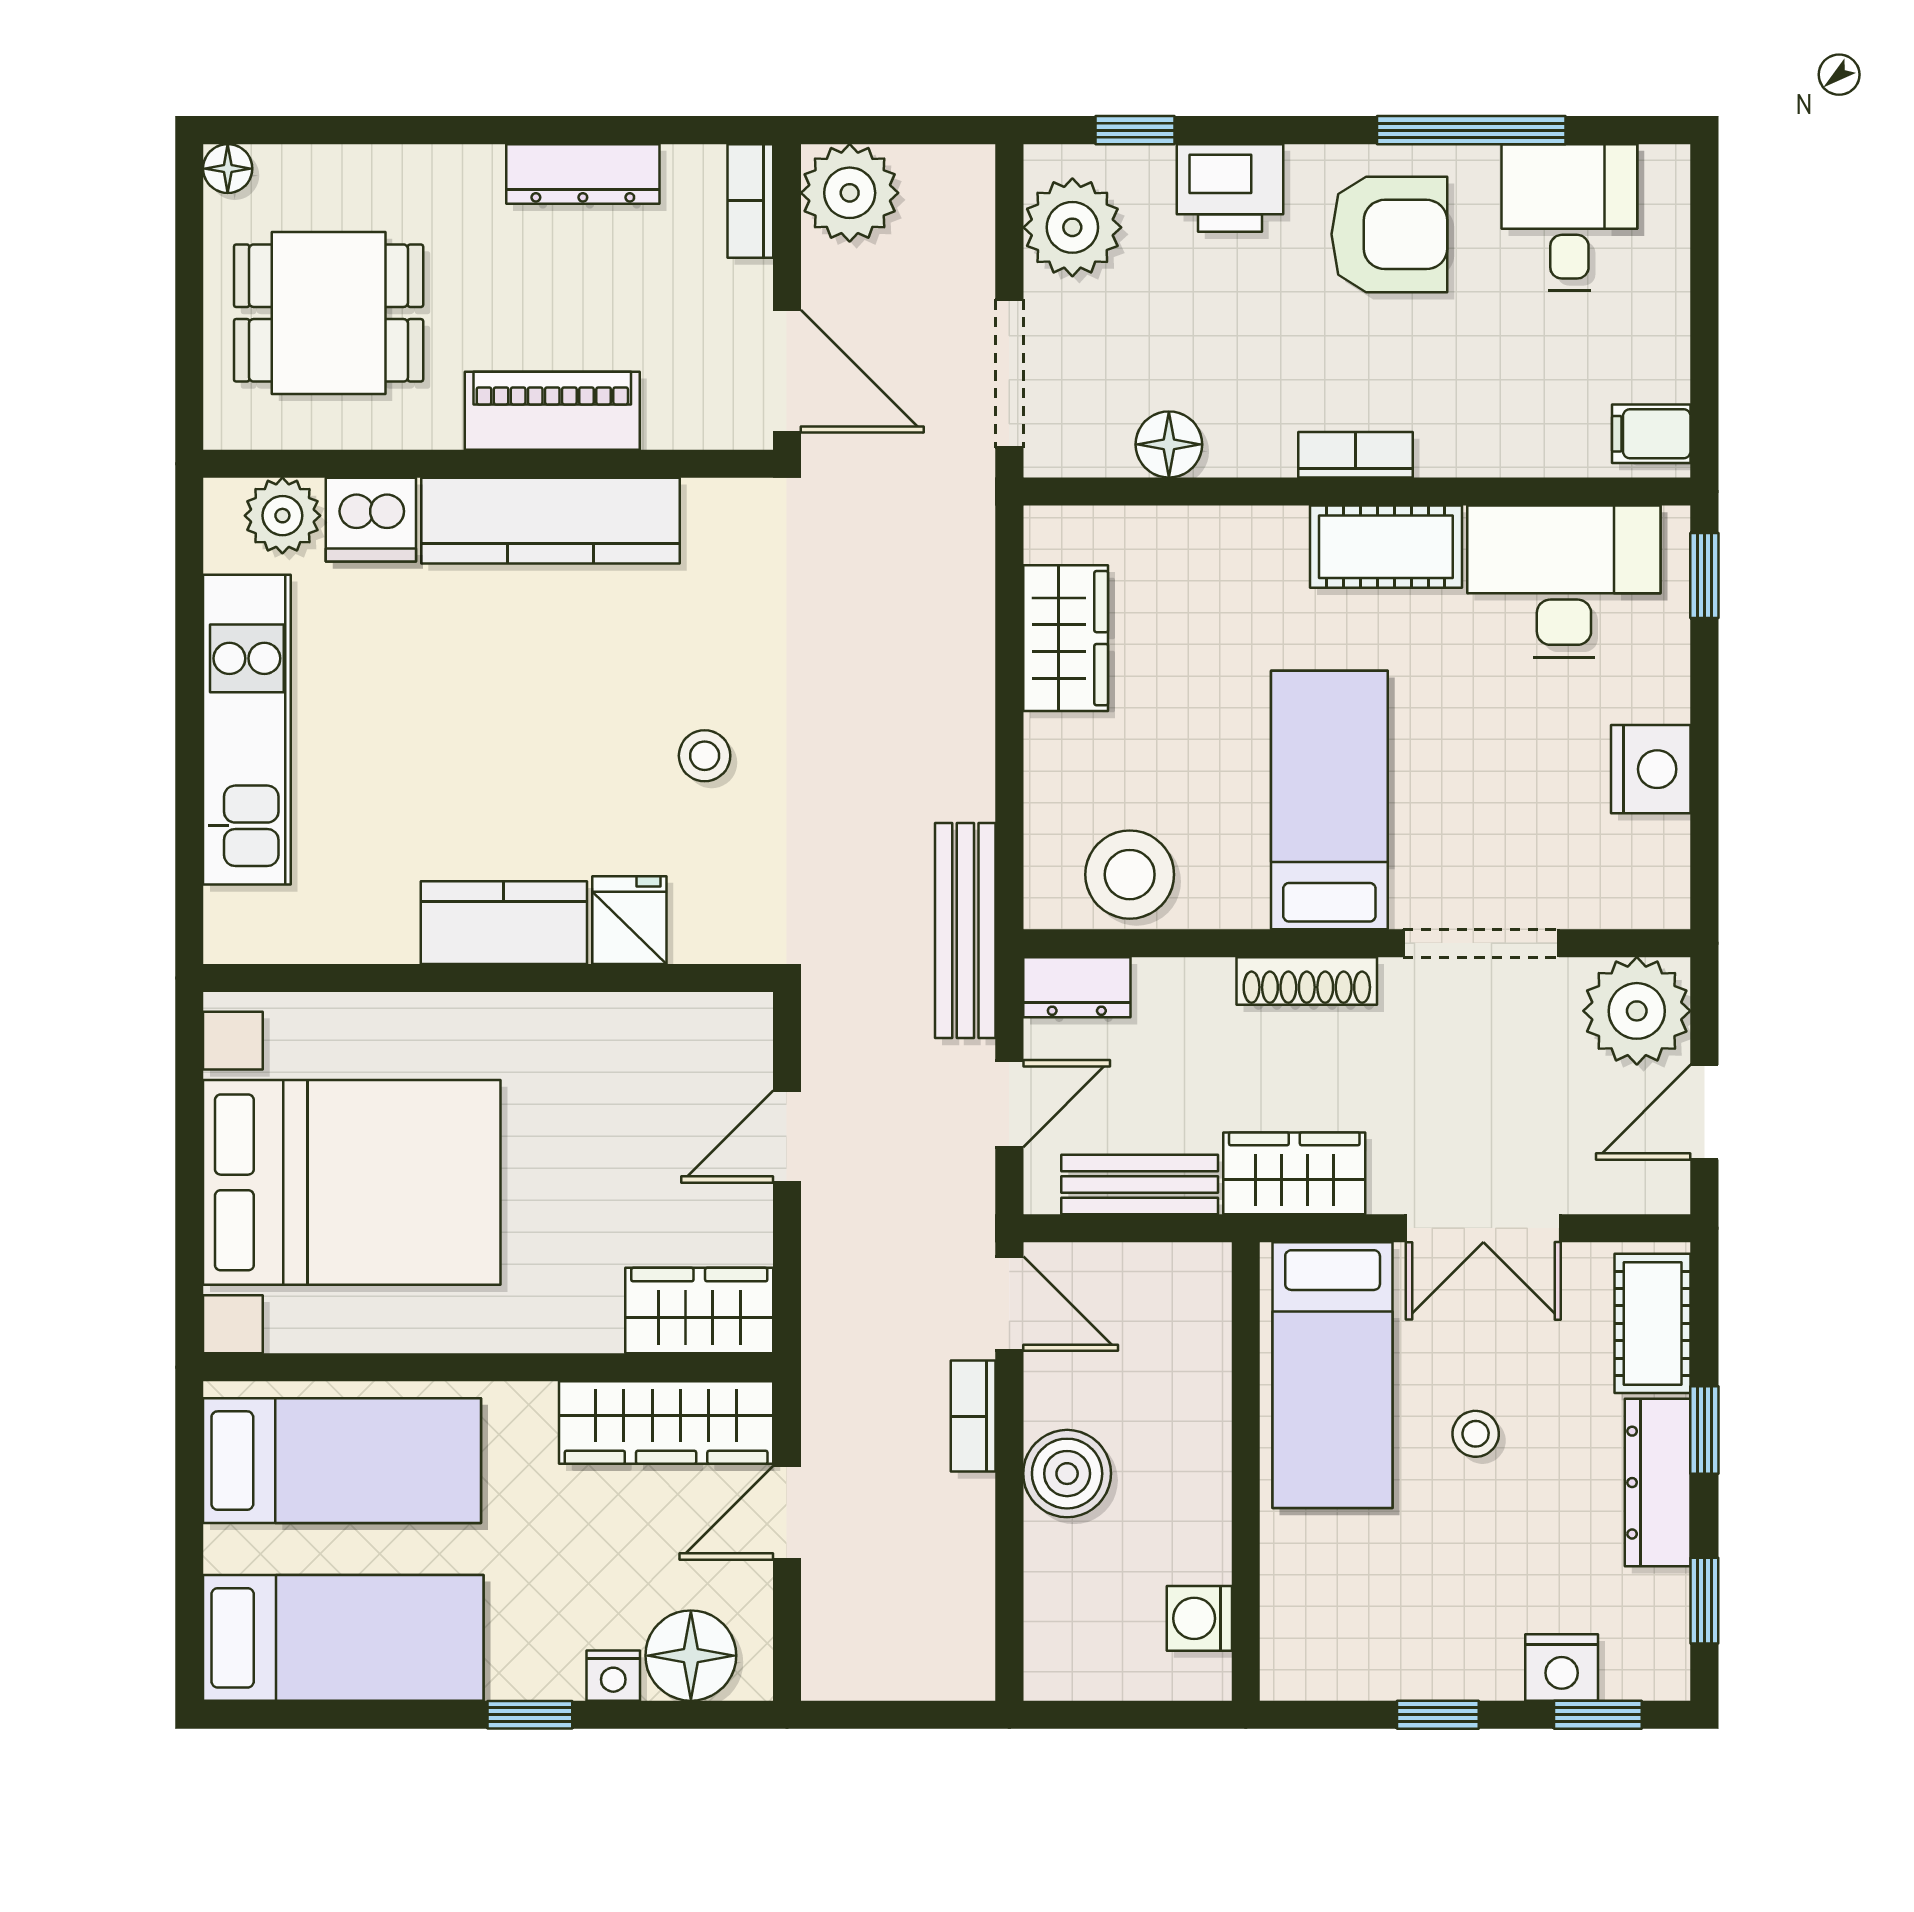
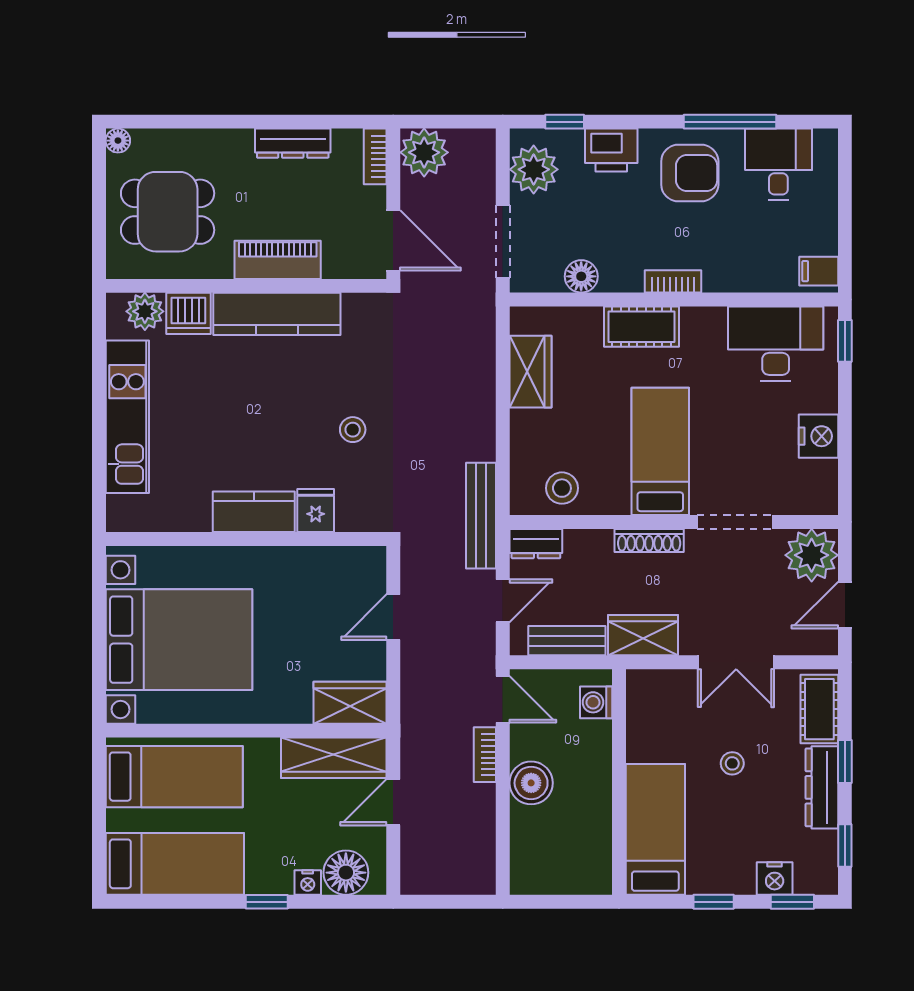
cot: (1386, 547) -> (641, 327), moved
stool: (1130, 875) -> (562, 488), width x0.73, depth x0.73
bed: (1333, 1375) -> (655, 829), moved, turned 180
washing machine: (1199, 1618) -> (596, 702), moved

